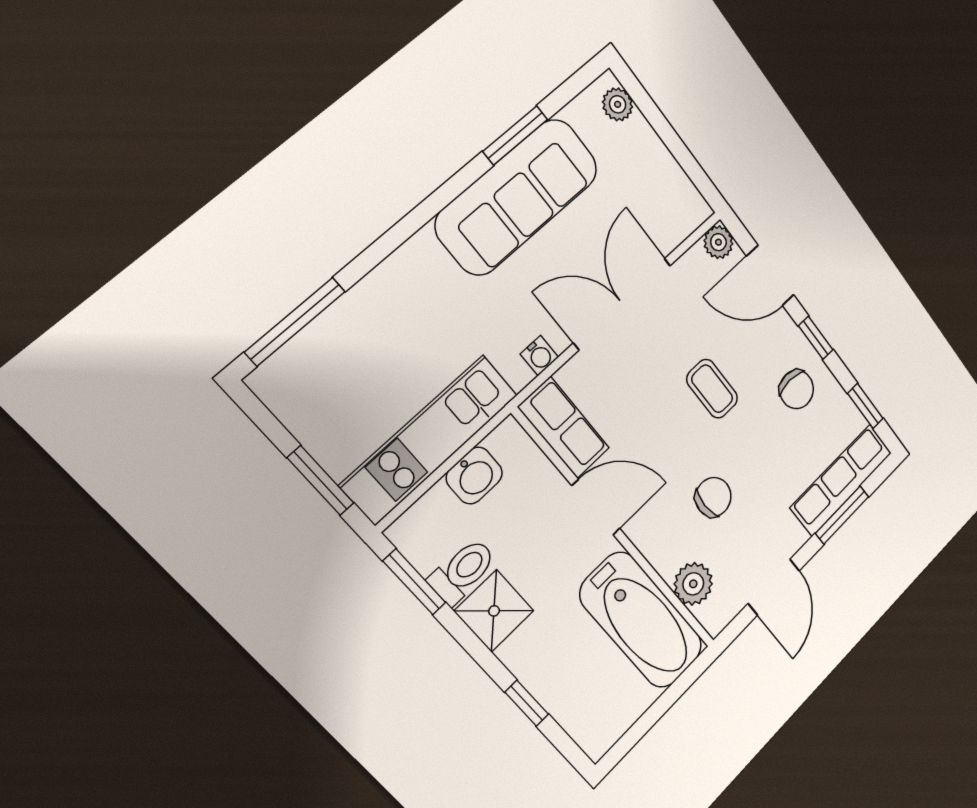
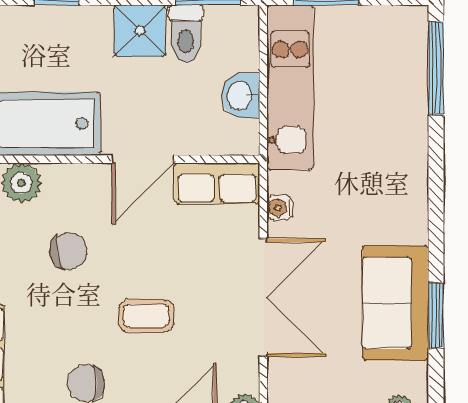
sofa: (517, 197) -> (395, 303), width x0.73
chair: (713, 497) -> (69, 251), turned -101

